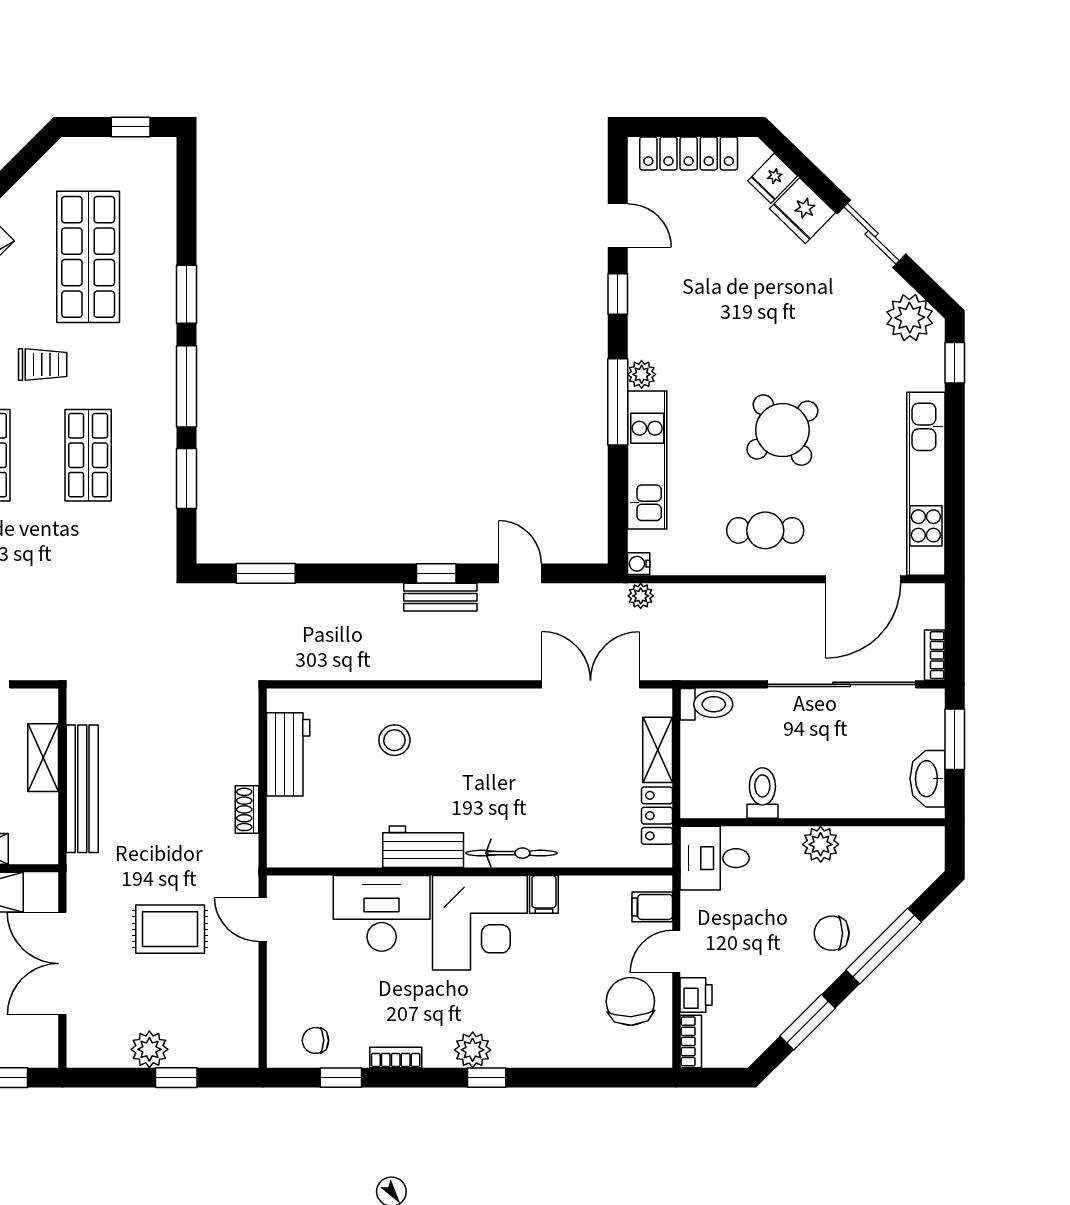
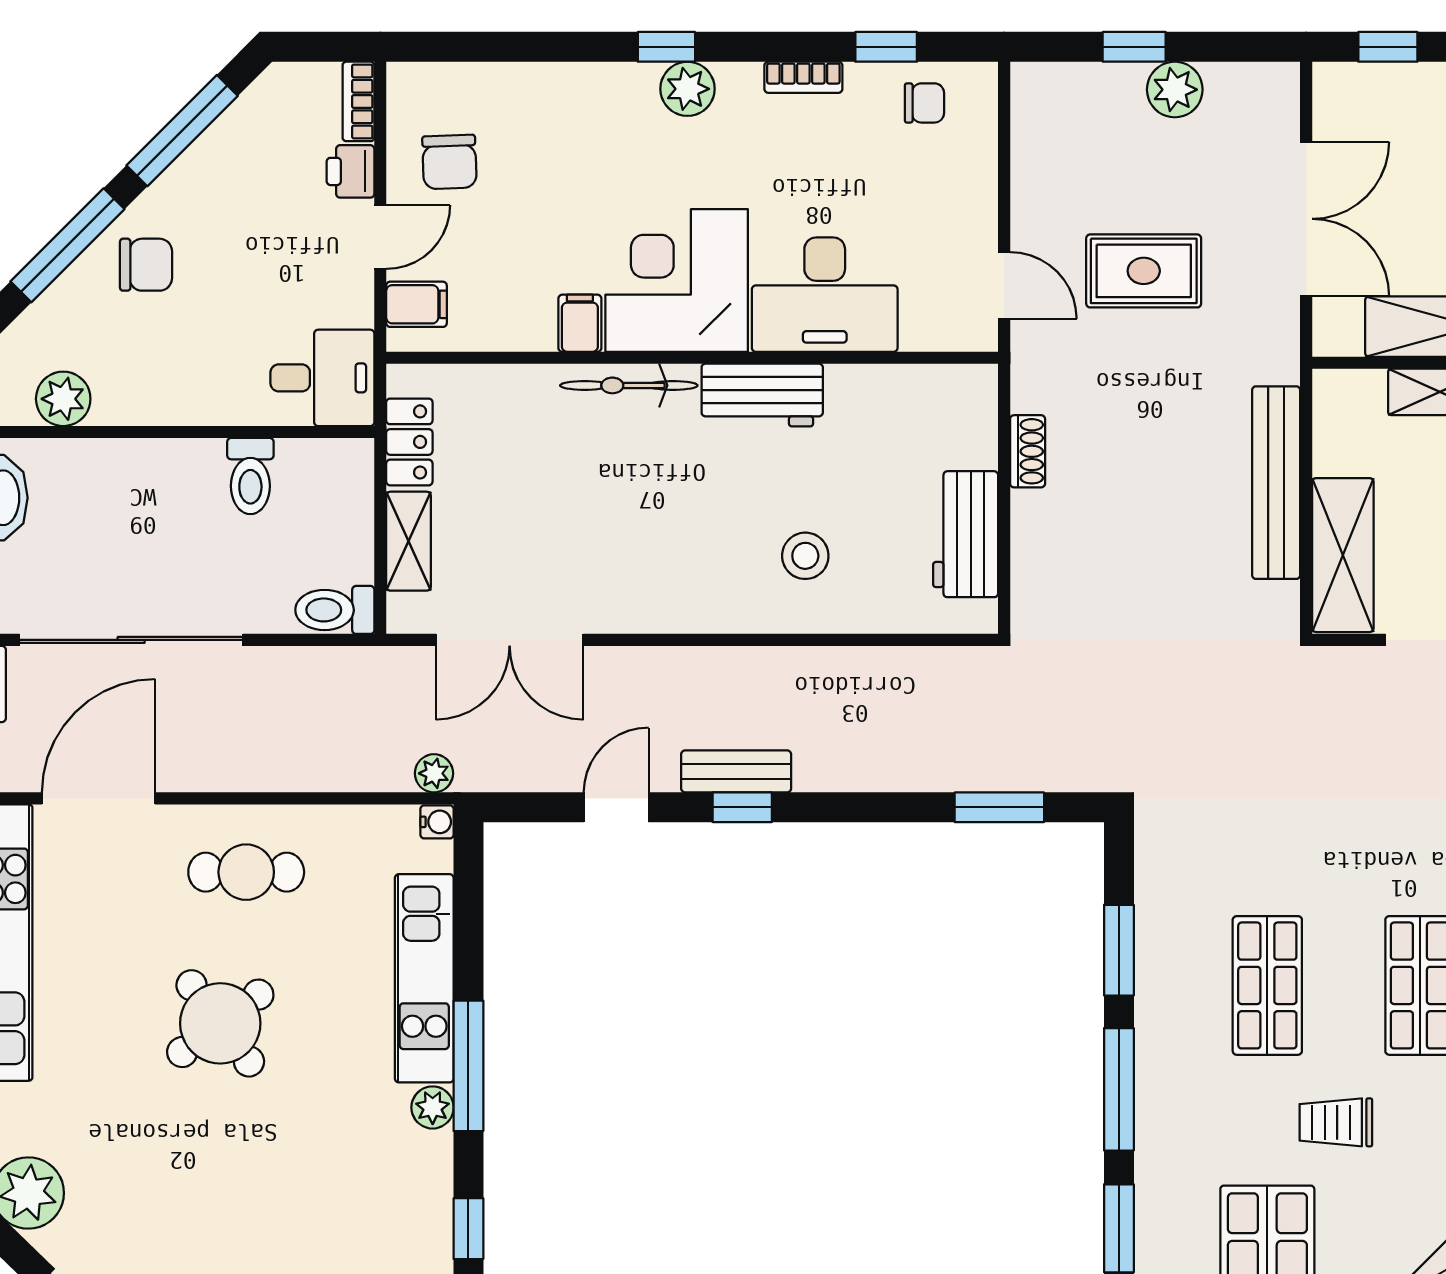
door: (520, 573) -> (616, 807), swing flipped
shelving: (43, 758) -> (1343, 555), width x1.50, depth x1.33
plant: (821, 844) -> (63, 399), moved
chair: (630, 1001) -> (449, 162), width x0.73, depth x0.73
window: (808, 1022) -> (182, 131), width x1.44

